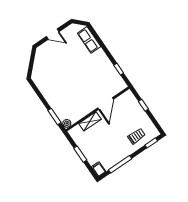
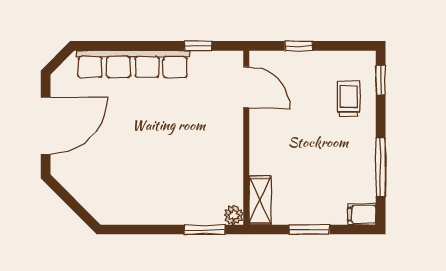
door: (53, 34) -> (46, 126), width x1.88
row of seats: (89, 40) -> (133, 64), width x2.02
door: (105, 104) -> (246, 87), moved
shelving: (90, 121) -> (260, 200), moved

